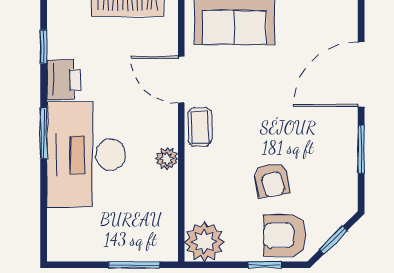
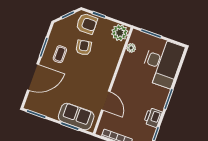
coffee table: (200, 127) -> (60, 54), moved
desk: (86, 155) -> (162, 63), moved
plant: (167, 159) -> (131, 48), moved

